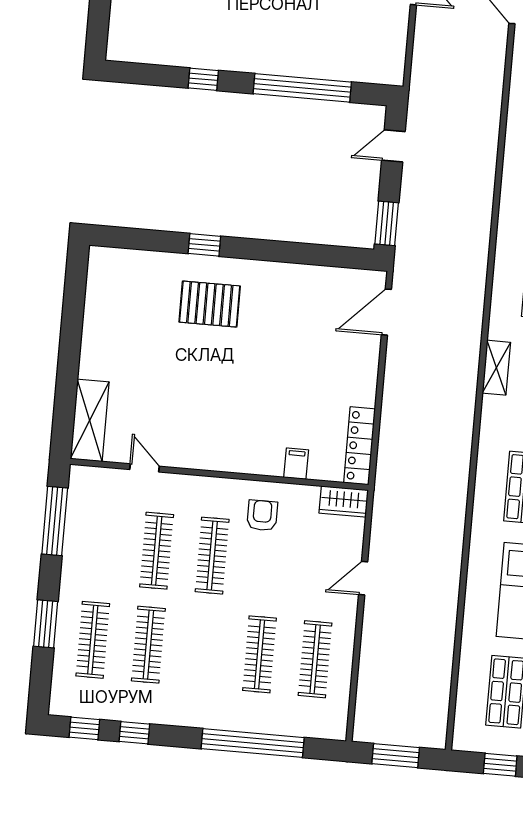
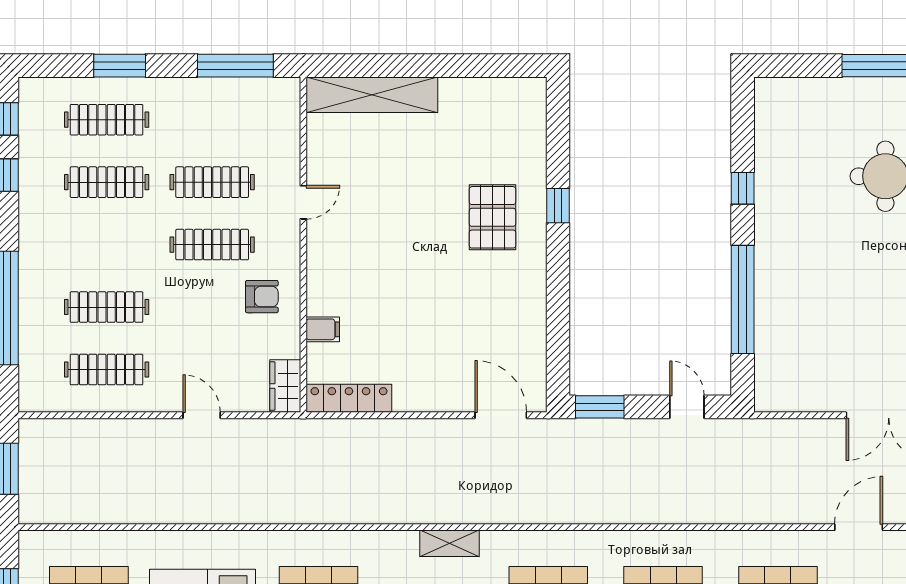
shelving: (90, 420) -> (372, 95), width x1.47
door: (144, 468) -> (303, 202), moved

